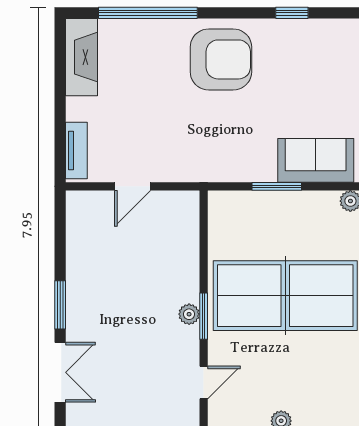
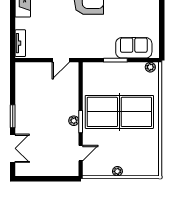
door: (133, 186) -> (61, 60), moved

